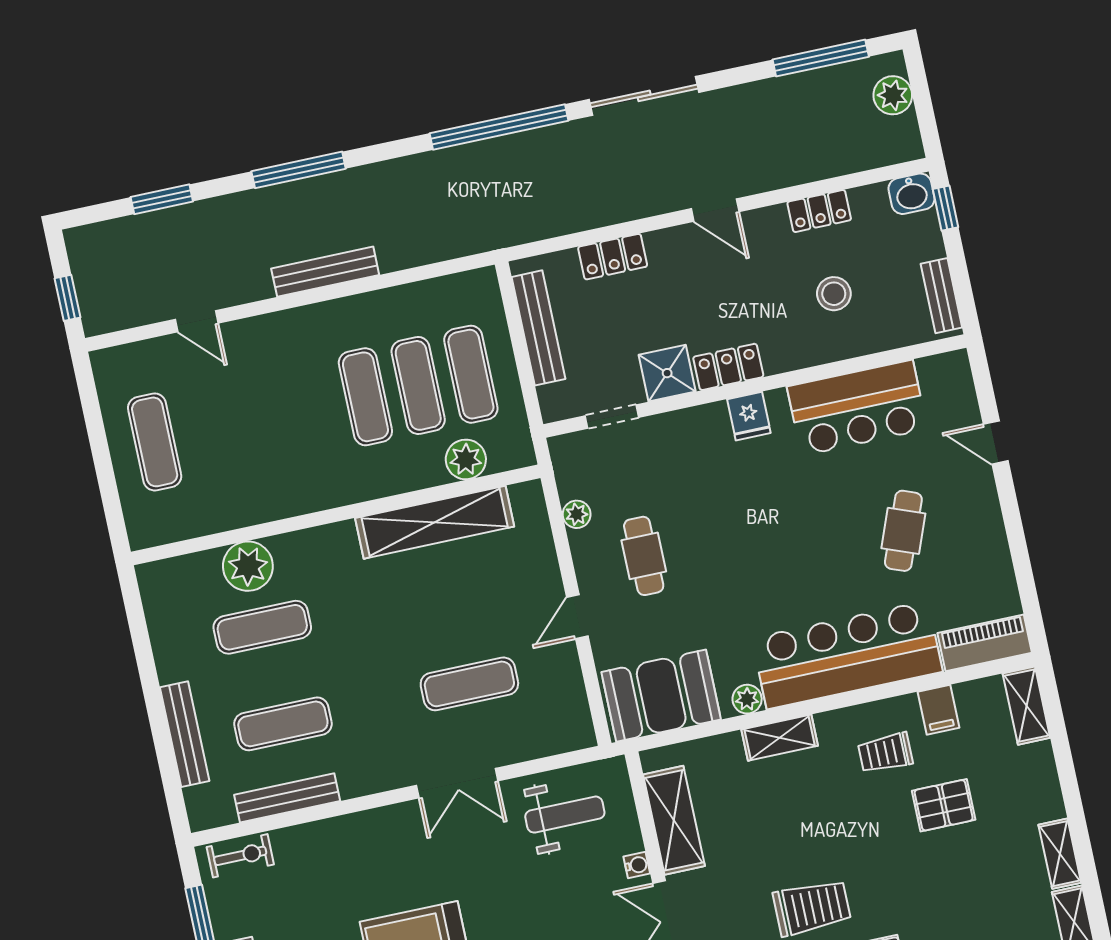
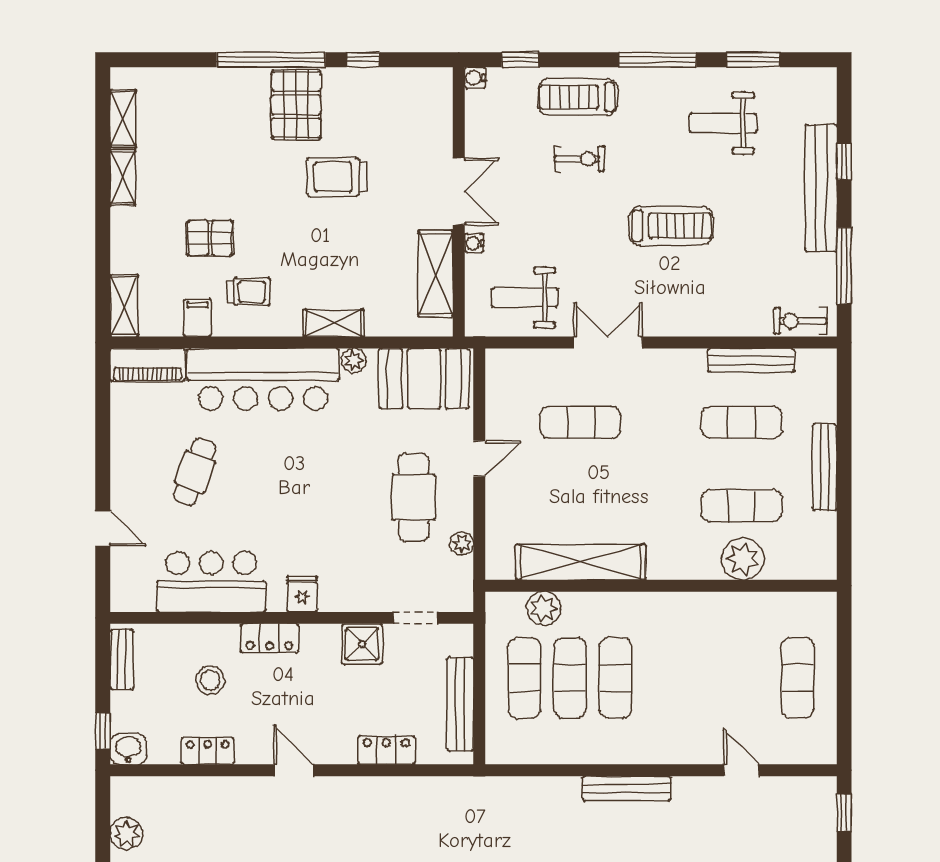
locker: (728, 367) -> (269, 638), moved
cafe table: (644, 556) -> (414, 497), width x1.37, depth x1.35
bench: (185, 734) -> (825, 467), moved

